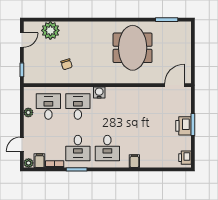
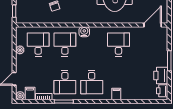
desk: (137, 107) -> (118, 44), added
printer: (183, 126) -> (161, 76), moved

